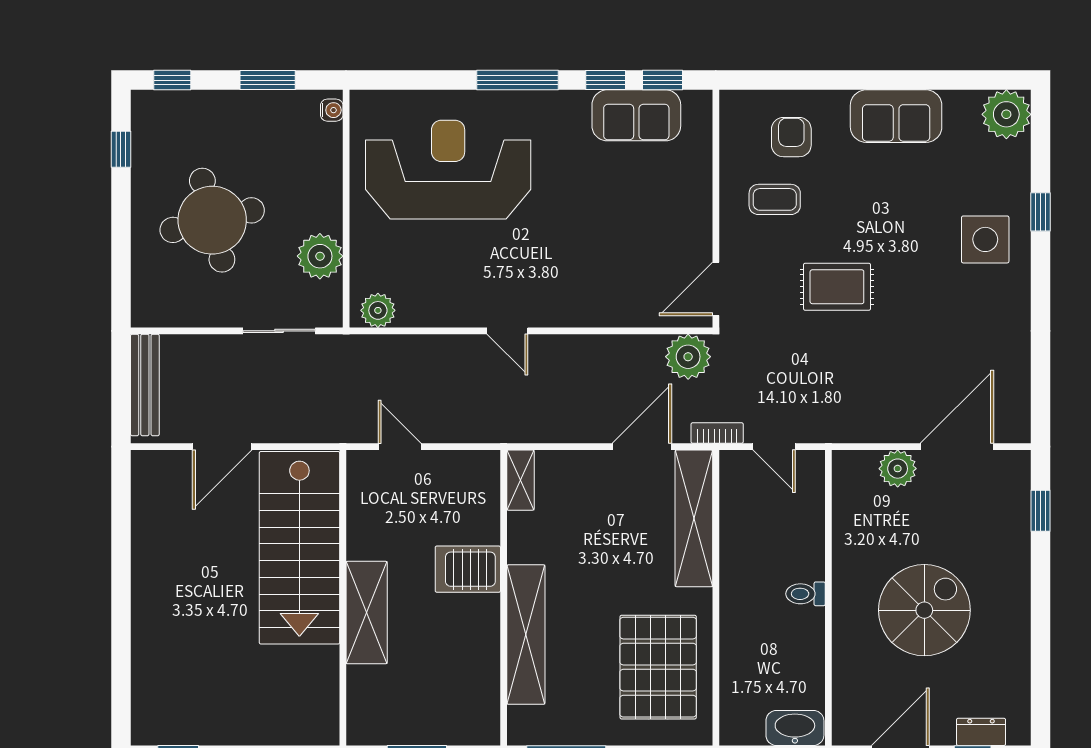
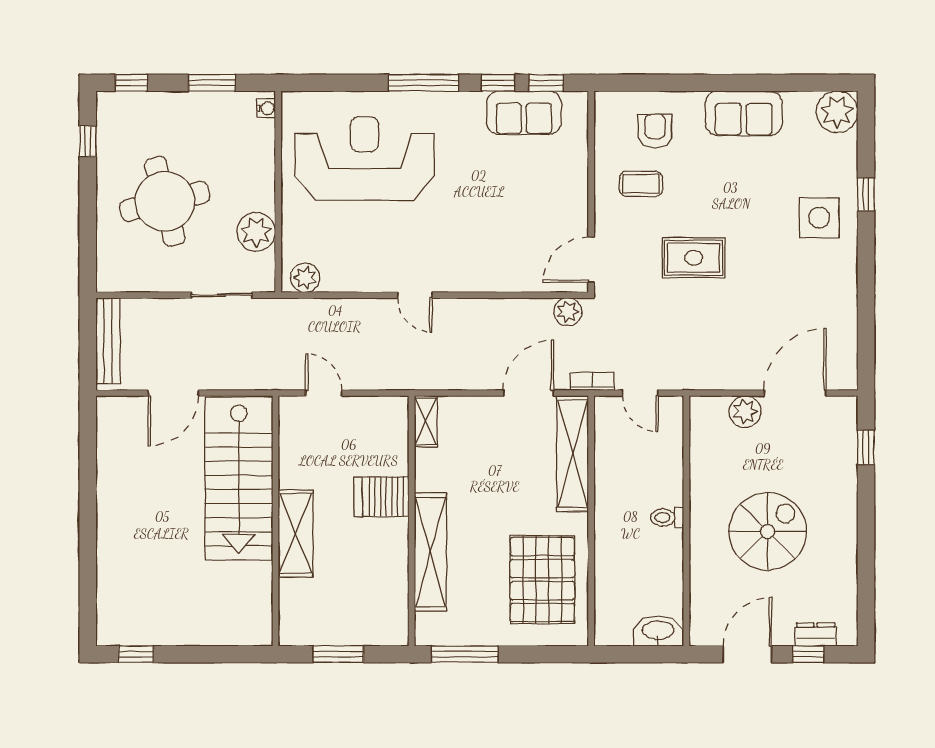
plant: (688, 357) -> (568, 312), width x0.73, depth x0.73

